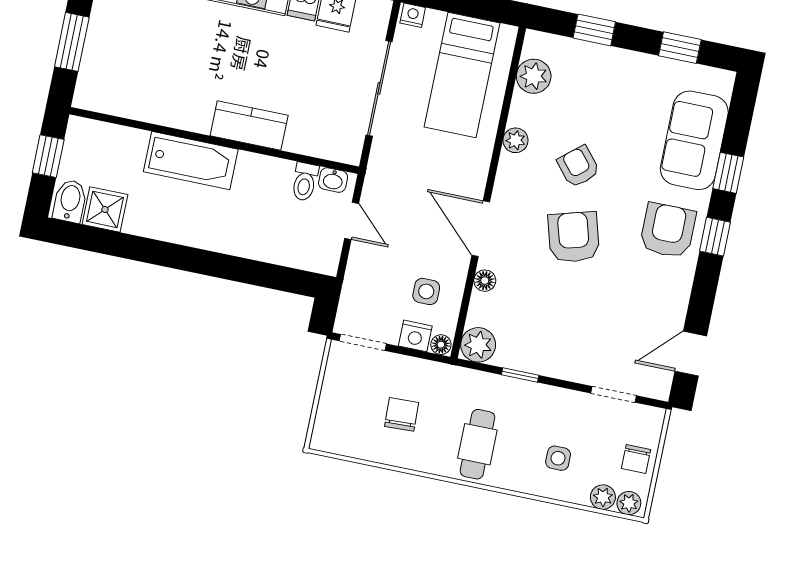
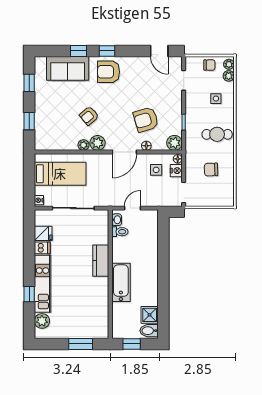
plant: (534, 76) -> (97, 143), moved
armchair: (574, 237) -> (146, 120), moved

